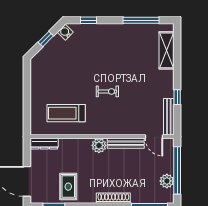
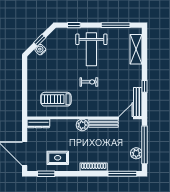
water cooler: (65, 32) -> (40, 50), moved
weight bench: (111, 51) -> (91, 49), added
door: (154, 137) -> (126, 118), swing flipped
rug: (68, 187) -> (58, 158), turned 90

